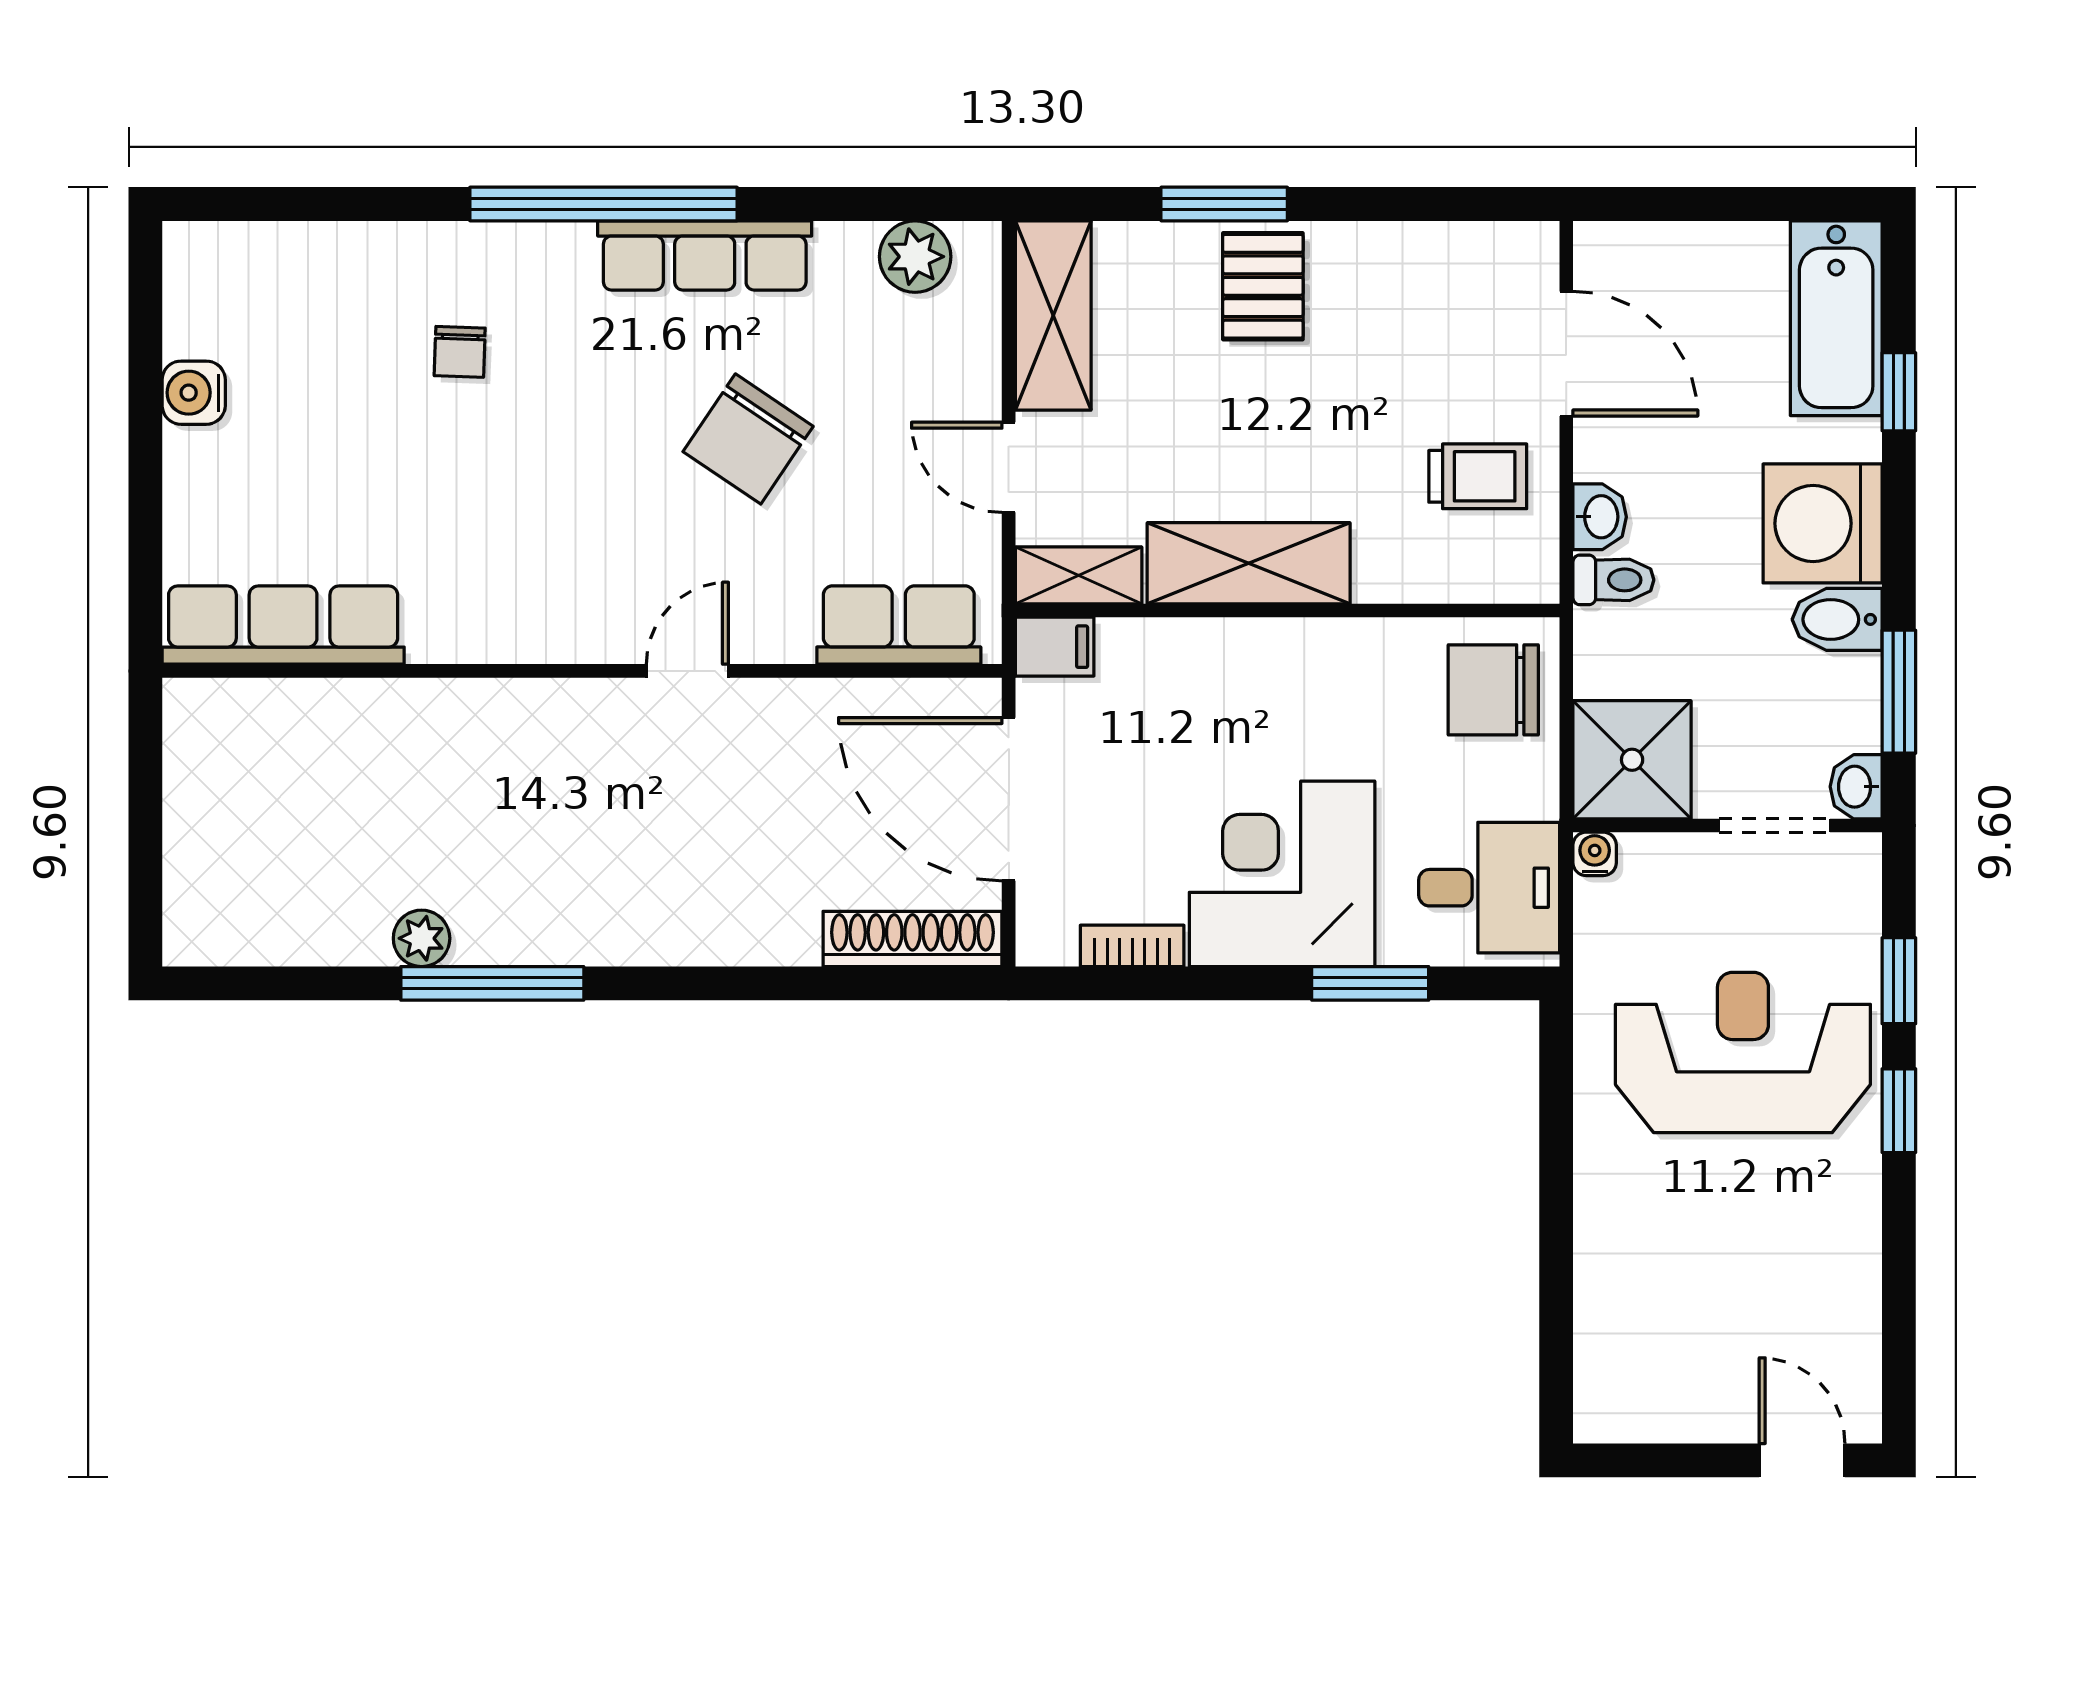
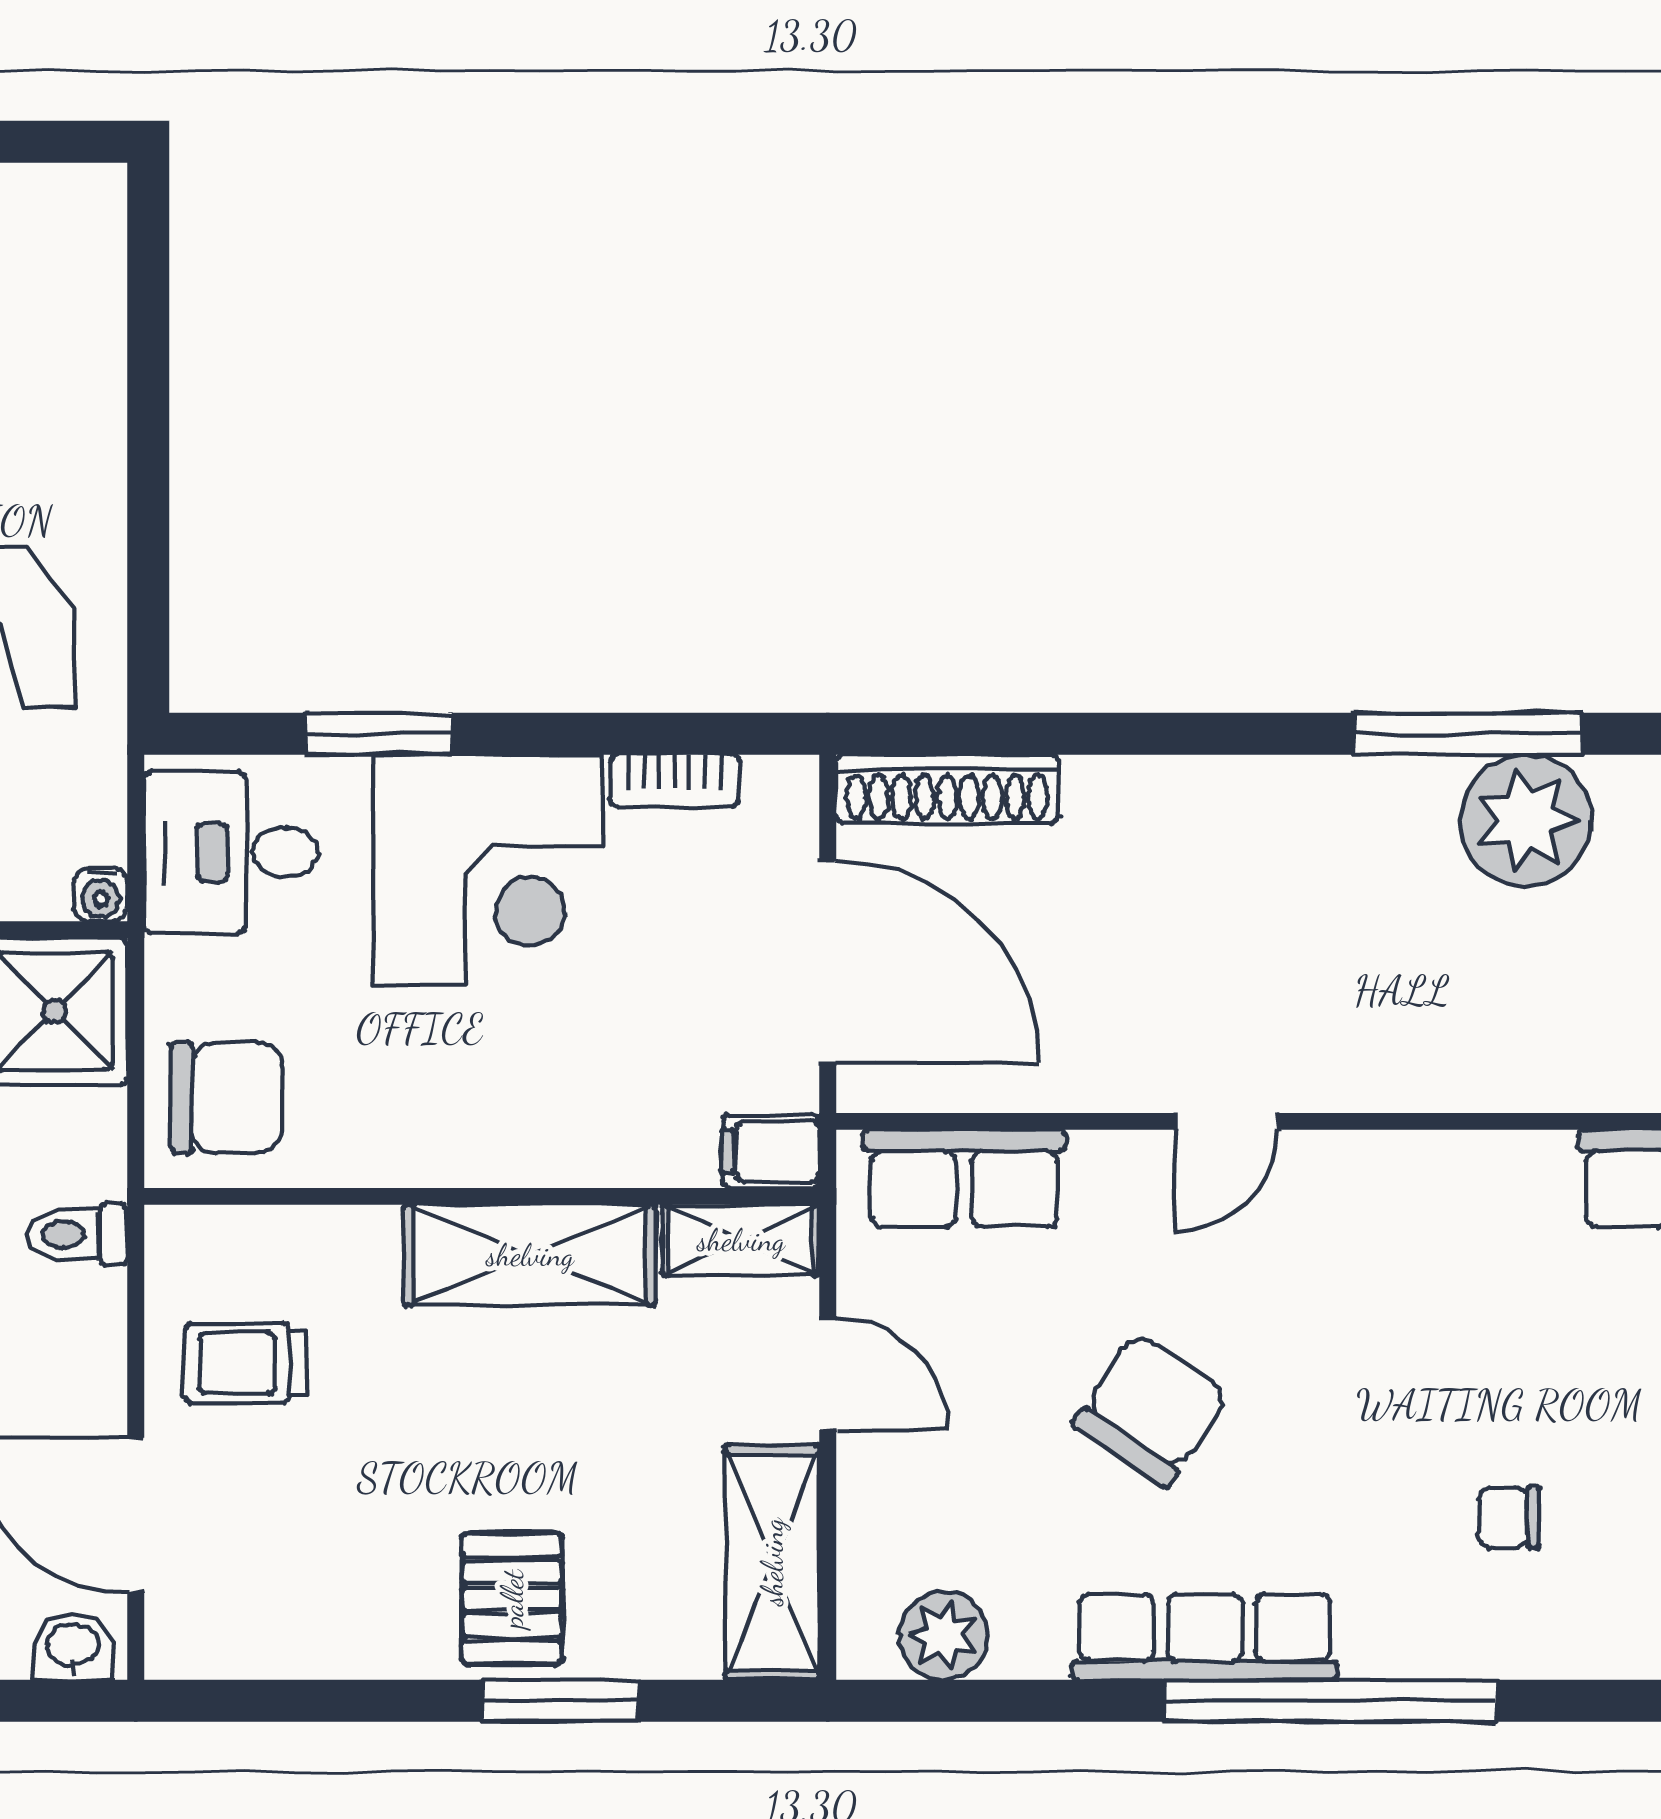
chair: (460, 352) -> (1509, 1517), turned -92
washbasin: (1600, 517) -> (73, 1647), moved, turned 90
plant: (422, 938) -> (1526, 820), width x1.88, depth x1.88

